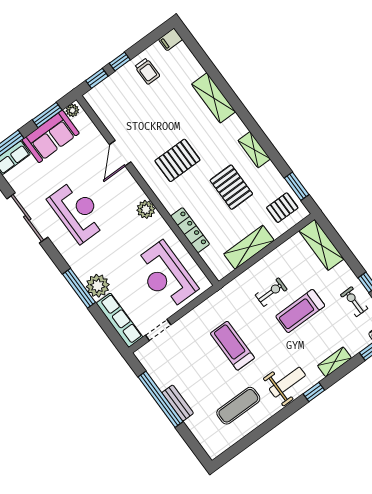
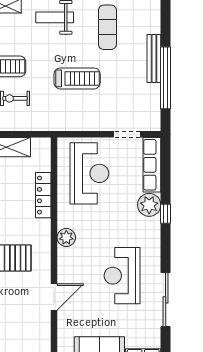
window: (79, 288) -> (166, 214), width x0.46
treadmill: (232, 346) -> (77, 78), turned -90
bench: (178, 403) -> (154, 58), width x1.36
exercise mat: (238, 406) -> (107, 27), turned 90

